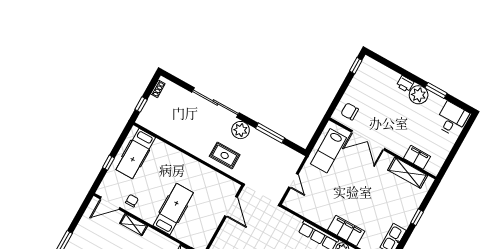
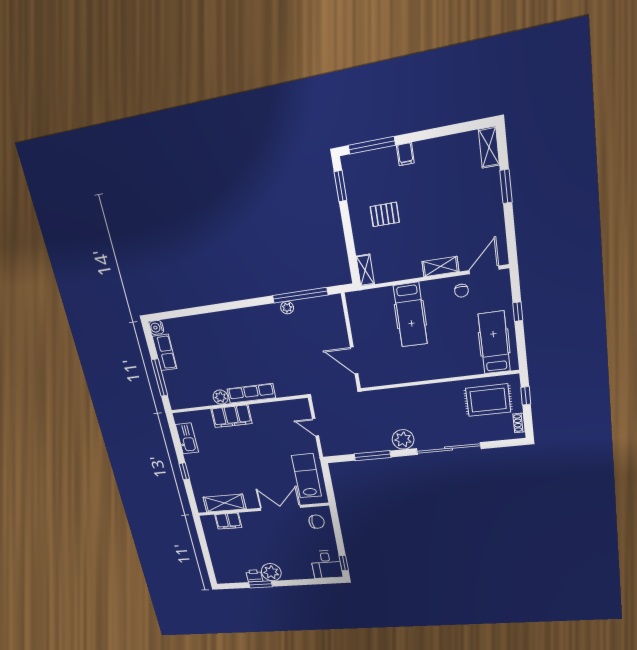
printer: (405, 84) -> (254, 576), moved
desk: (452, 119) -> (326, 564), moved
rug: (225, 155) -> (488, 400), moved, width x1.36, depth x1.43

